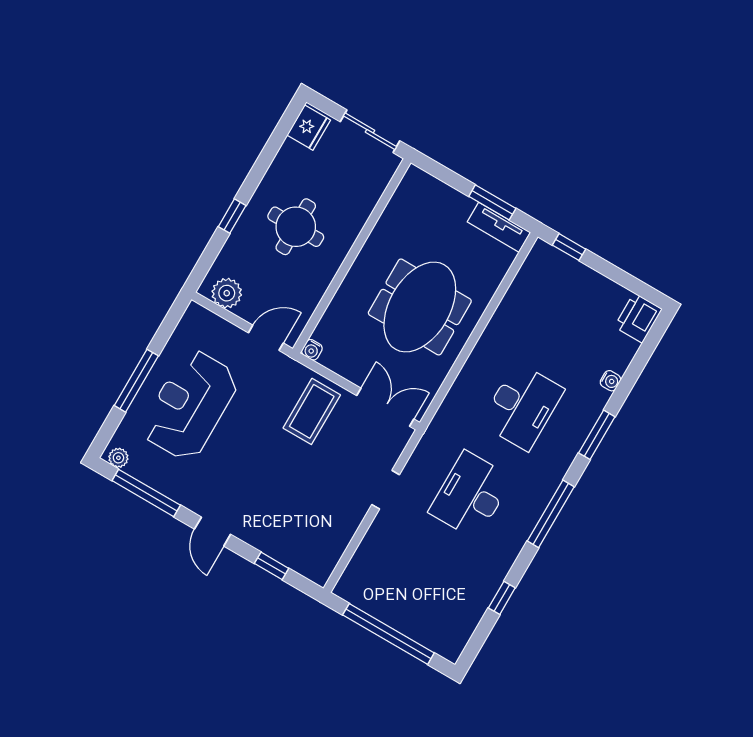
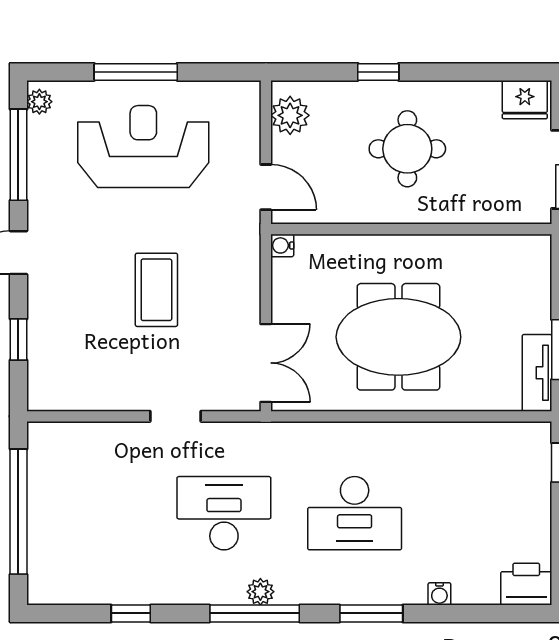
coffee table: (312, 411) -> (156, 290), moved, turned 90
plant: (538, 501) -> (260, 592), added

